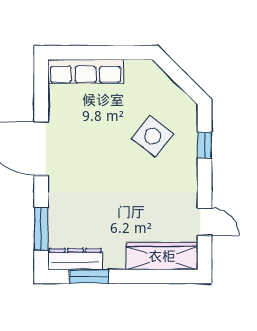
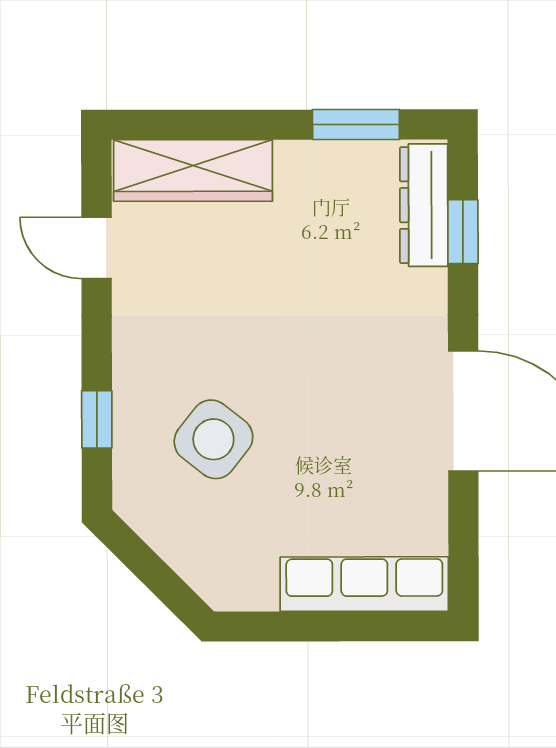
window: (41, 229) -> (463, 232), width x0.67
dresser: (75, 259) -> (424, 205), moved, turned 90

